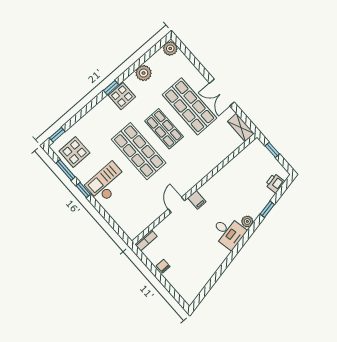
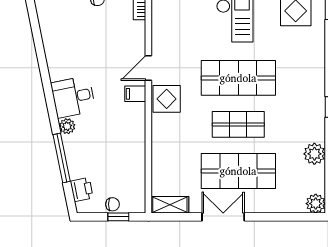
display table: (122, 96) -> (167, 99), moved
chair: (268, 159) -> (113, 204), added
door: (176, 205) -> (148, 68), swing flipped
window: (267, 209) -> (62, 158), width x2.17

